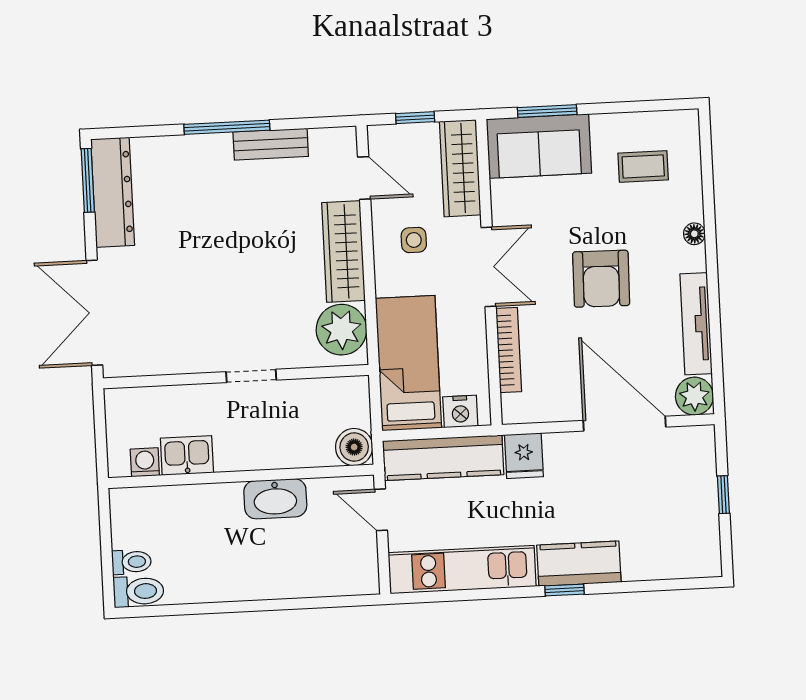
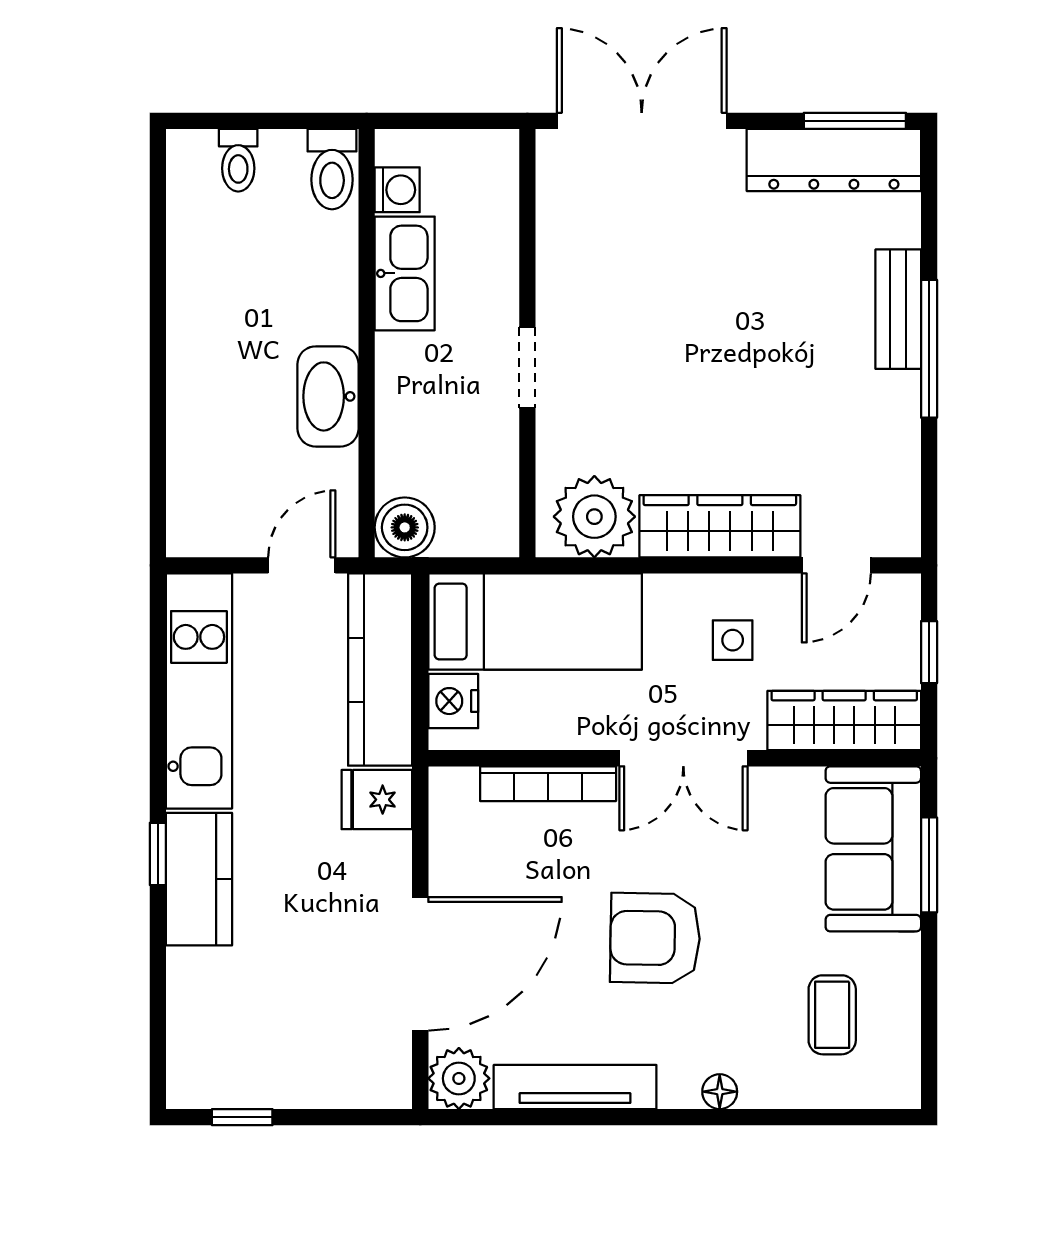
bench: (271, 144) -> (898, 309), moved
kitchen sink: (187, 455) -> (405, 273), width x1.38
window: (723, 495) -> (242, 1117), moved
toilet: (139, 591) -> (332, 169), moved

